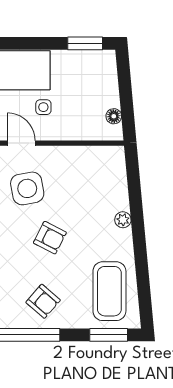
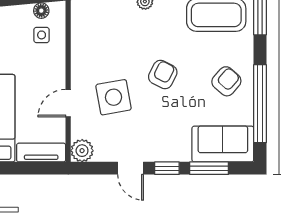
side table: (43, 107) -> (42, 35), moved

